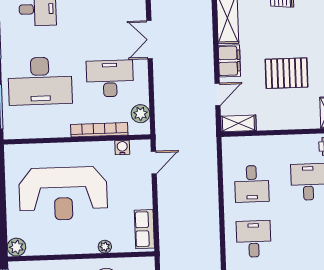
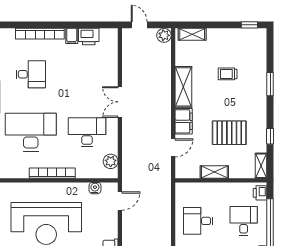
desk: (40, 81) -> (31, 132), turned 180
shelving: (238, 123) -> (214, 172), moved
bookcase: (99, 130) -> (52, 173), moved
desk: (252, 184) -> (198, 221), turned 90

